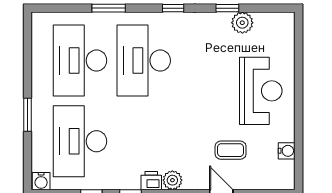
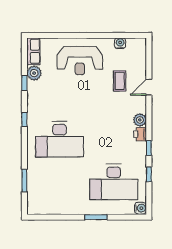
window: (109, 8) -> (24, 180), moved
row of seats: (275, 22) -> (33, 51), added
desk: (80, 61) -> (60, 182), removed
reception desk: (261, 91) -> (80, 61), turned 180

